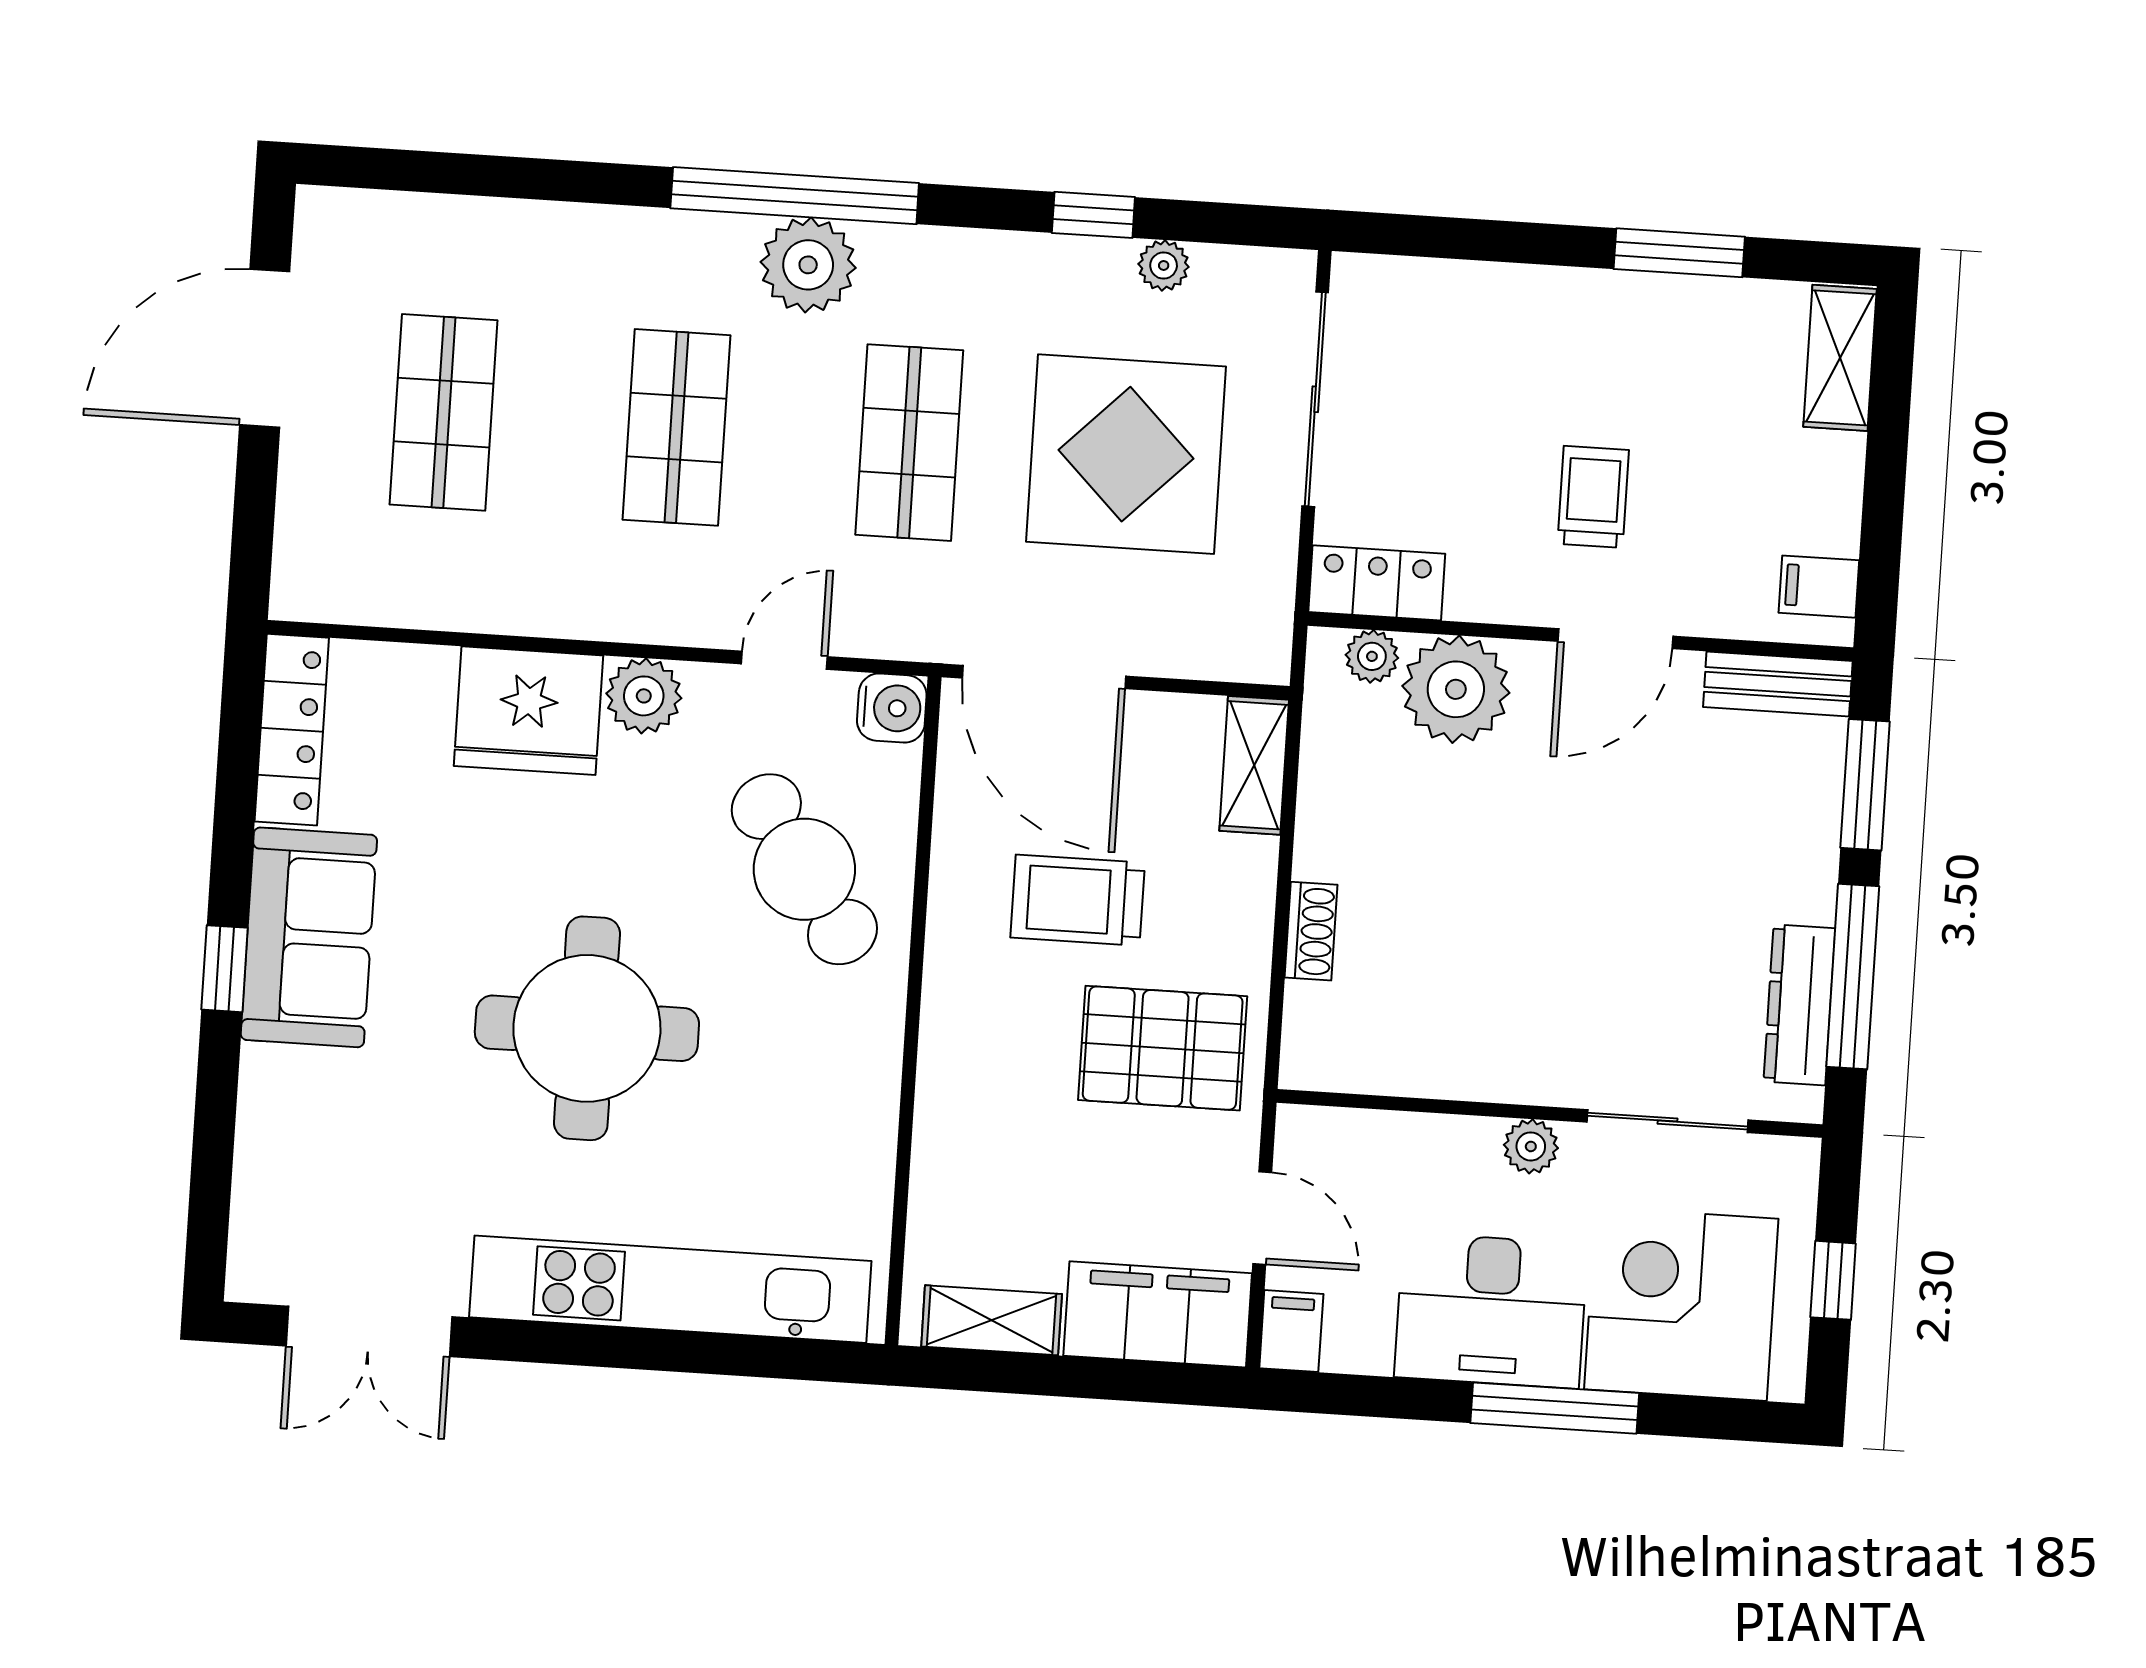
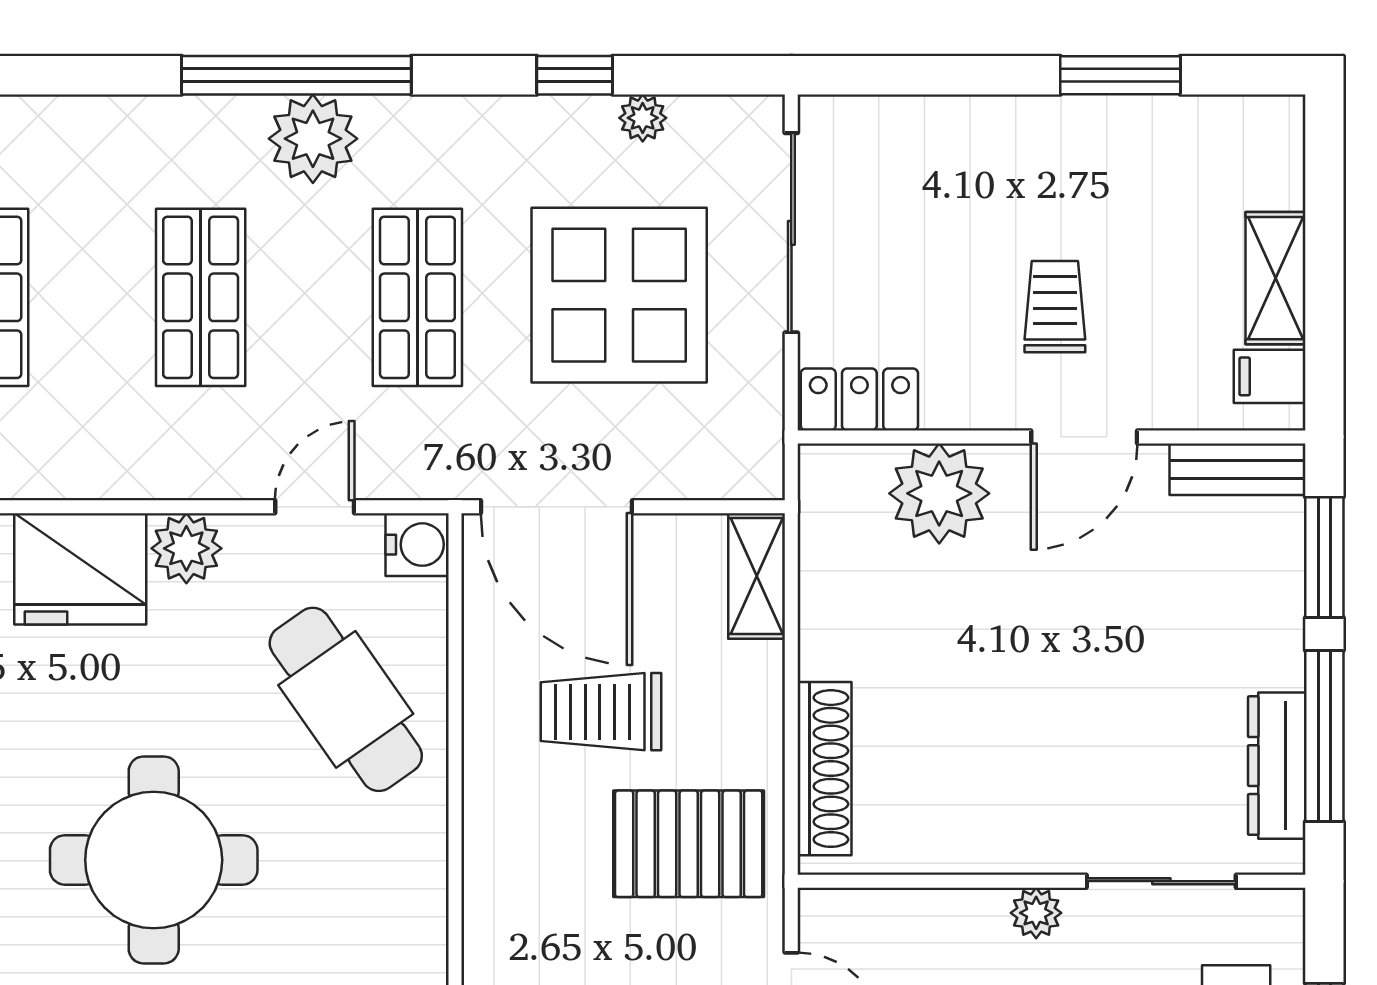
shelving: (1840, 358) -> (1276, 278), moved
plant: (1372, 656) -> (859, 468), removed
shoe rack: (1311, 931) -> (824, 769), width x1.94, depth x1.24

